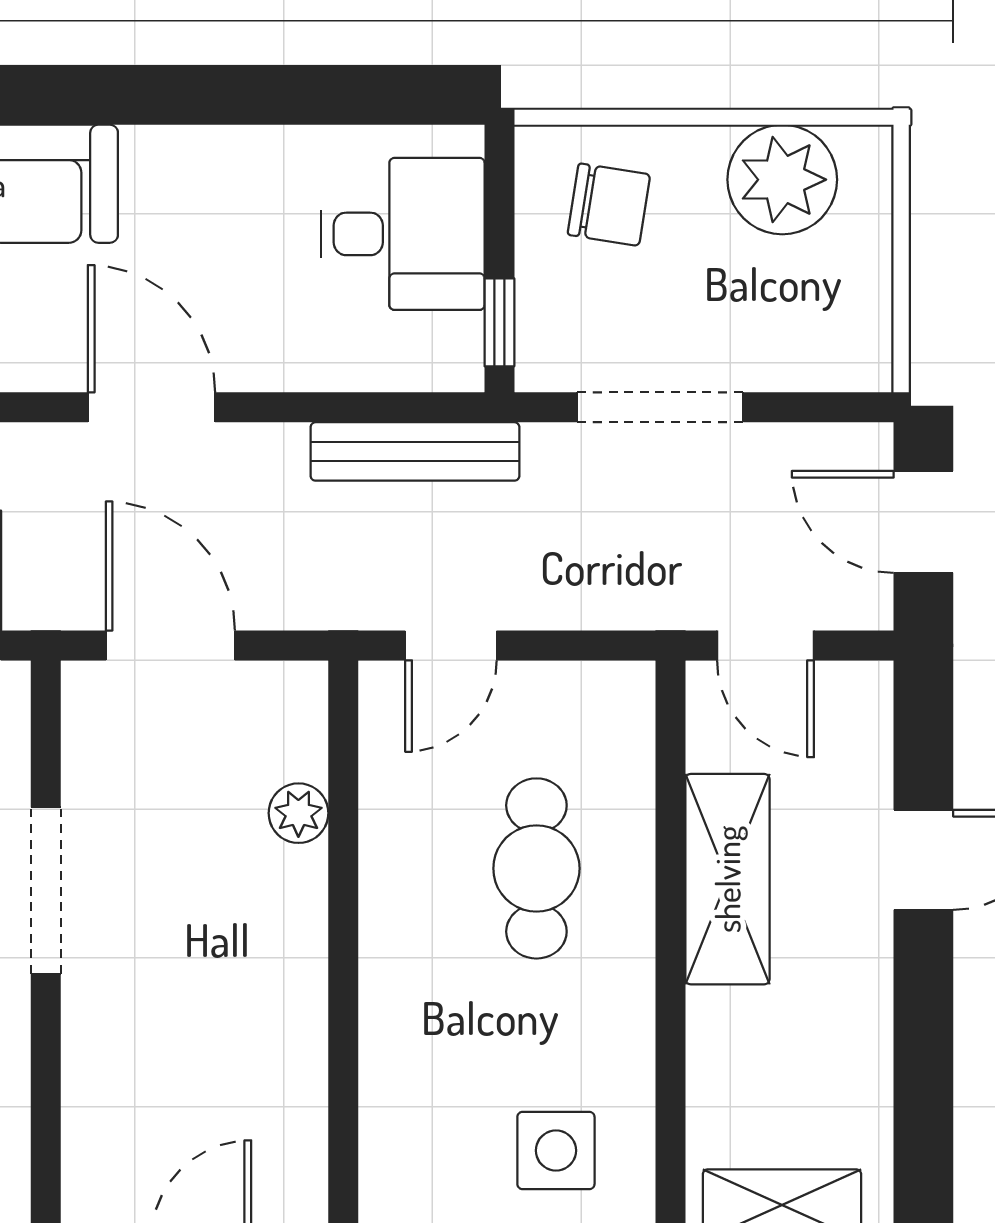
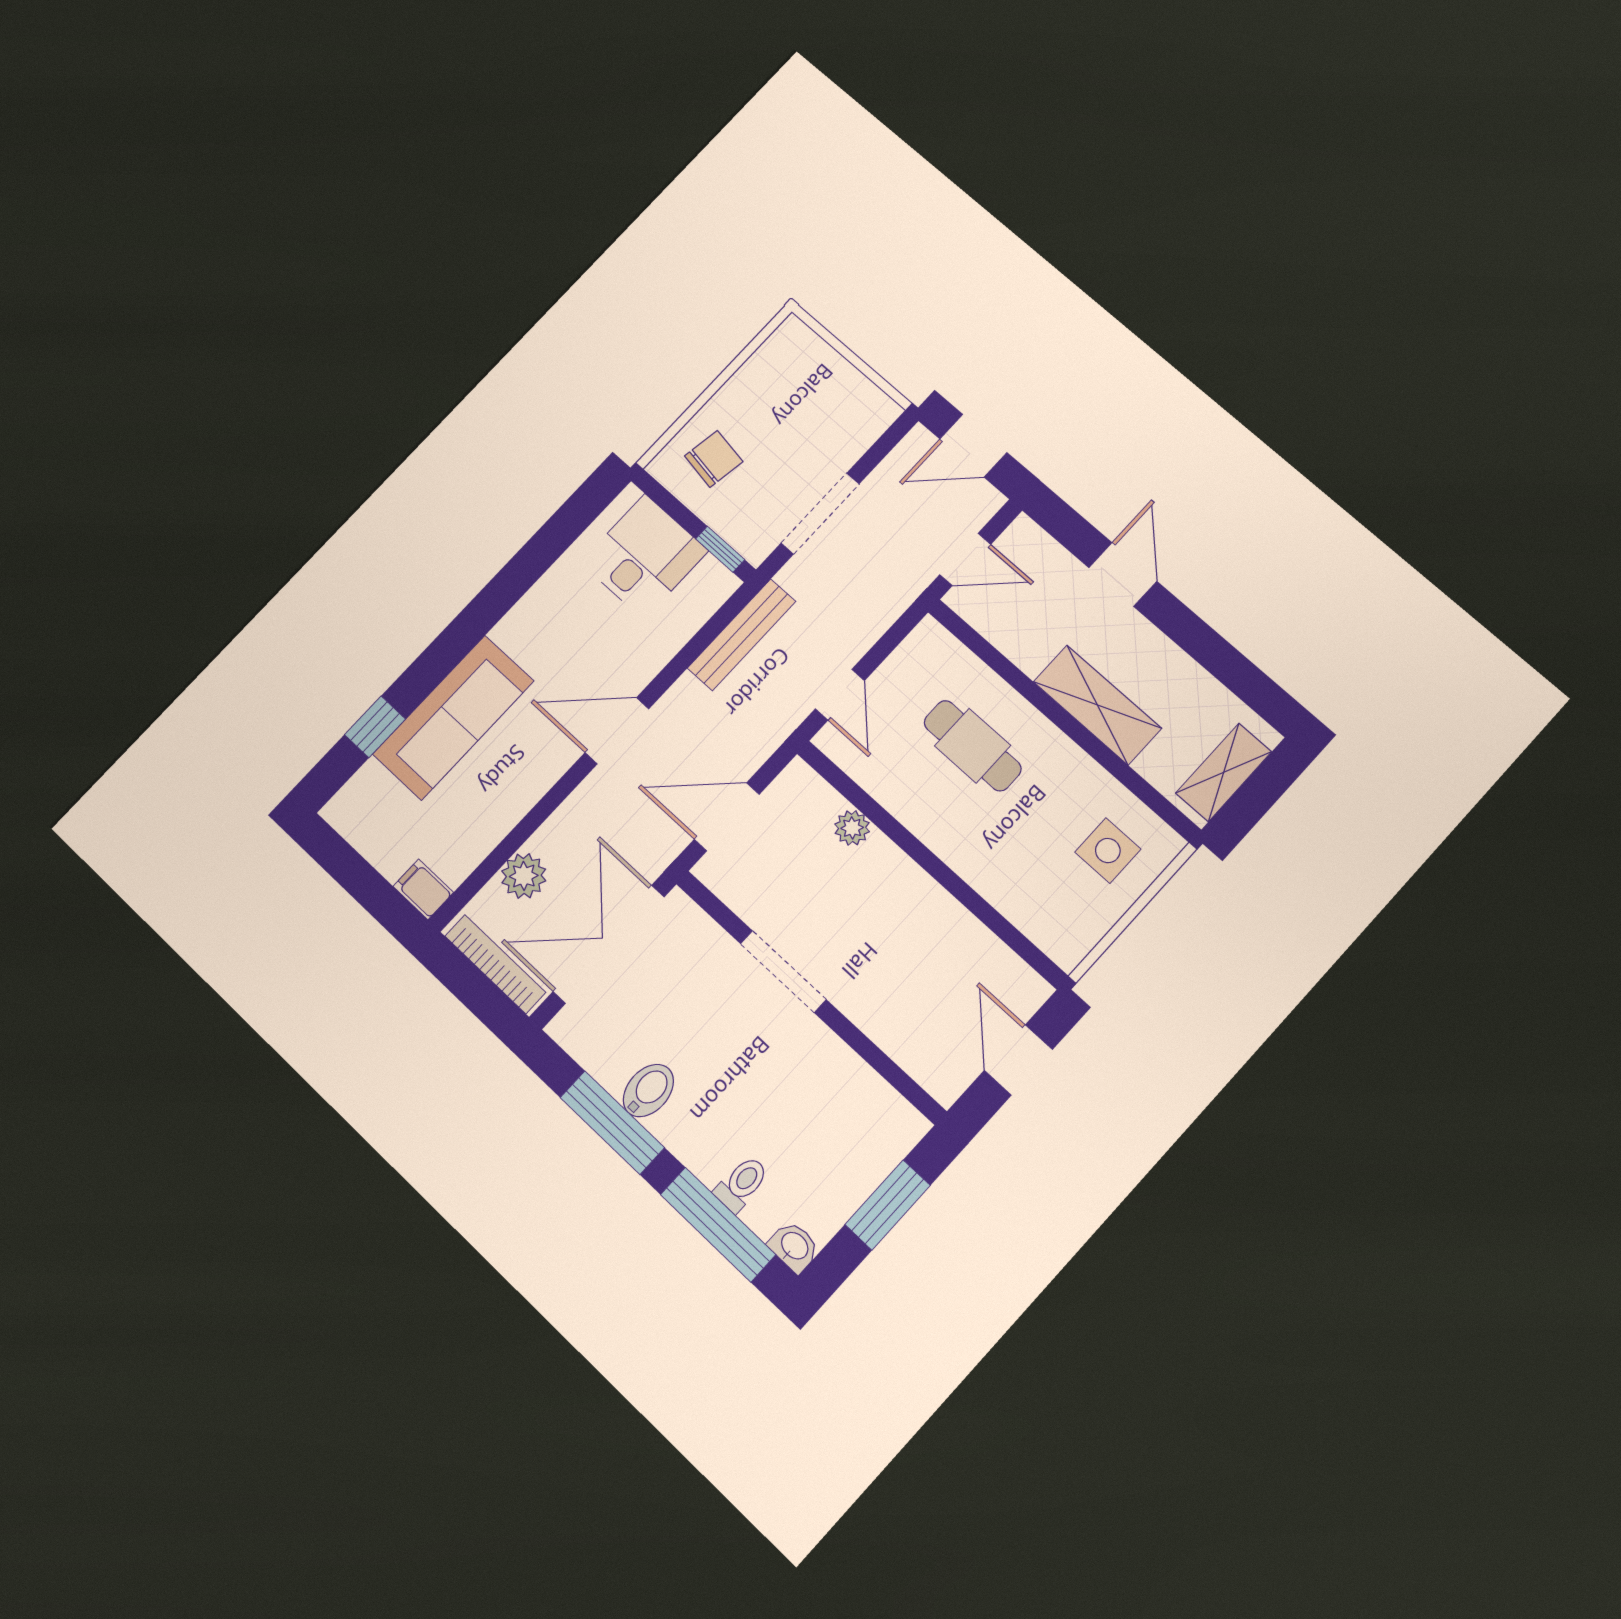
plant: (782, 180) -> (771, 377), removed
shelving: (727, 879) -> (1097, 705), moved

